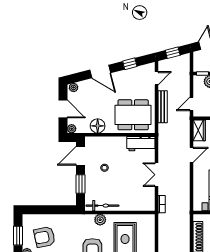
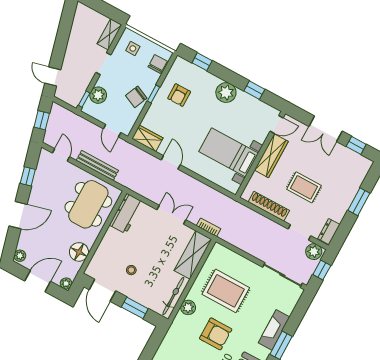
double door: (156, 175) -> (171, 215), swing flipped
shelving: (137, 204) -> (193, 255), added

